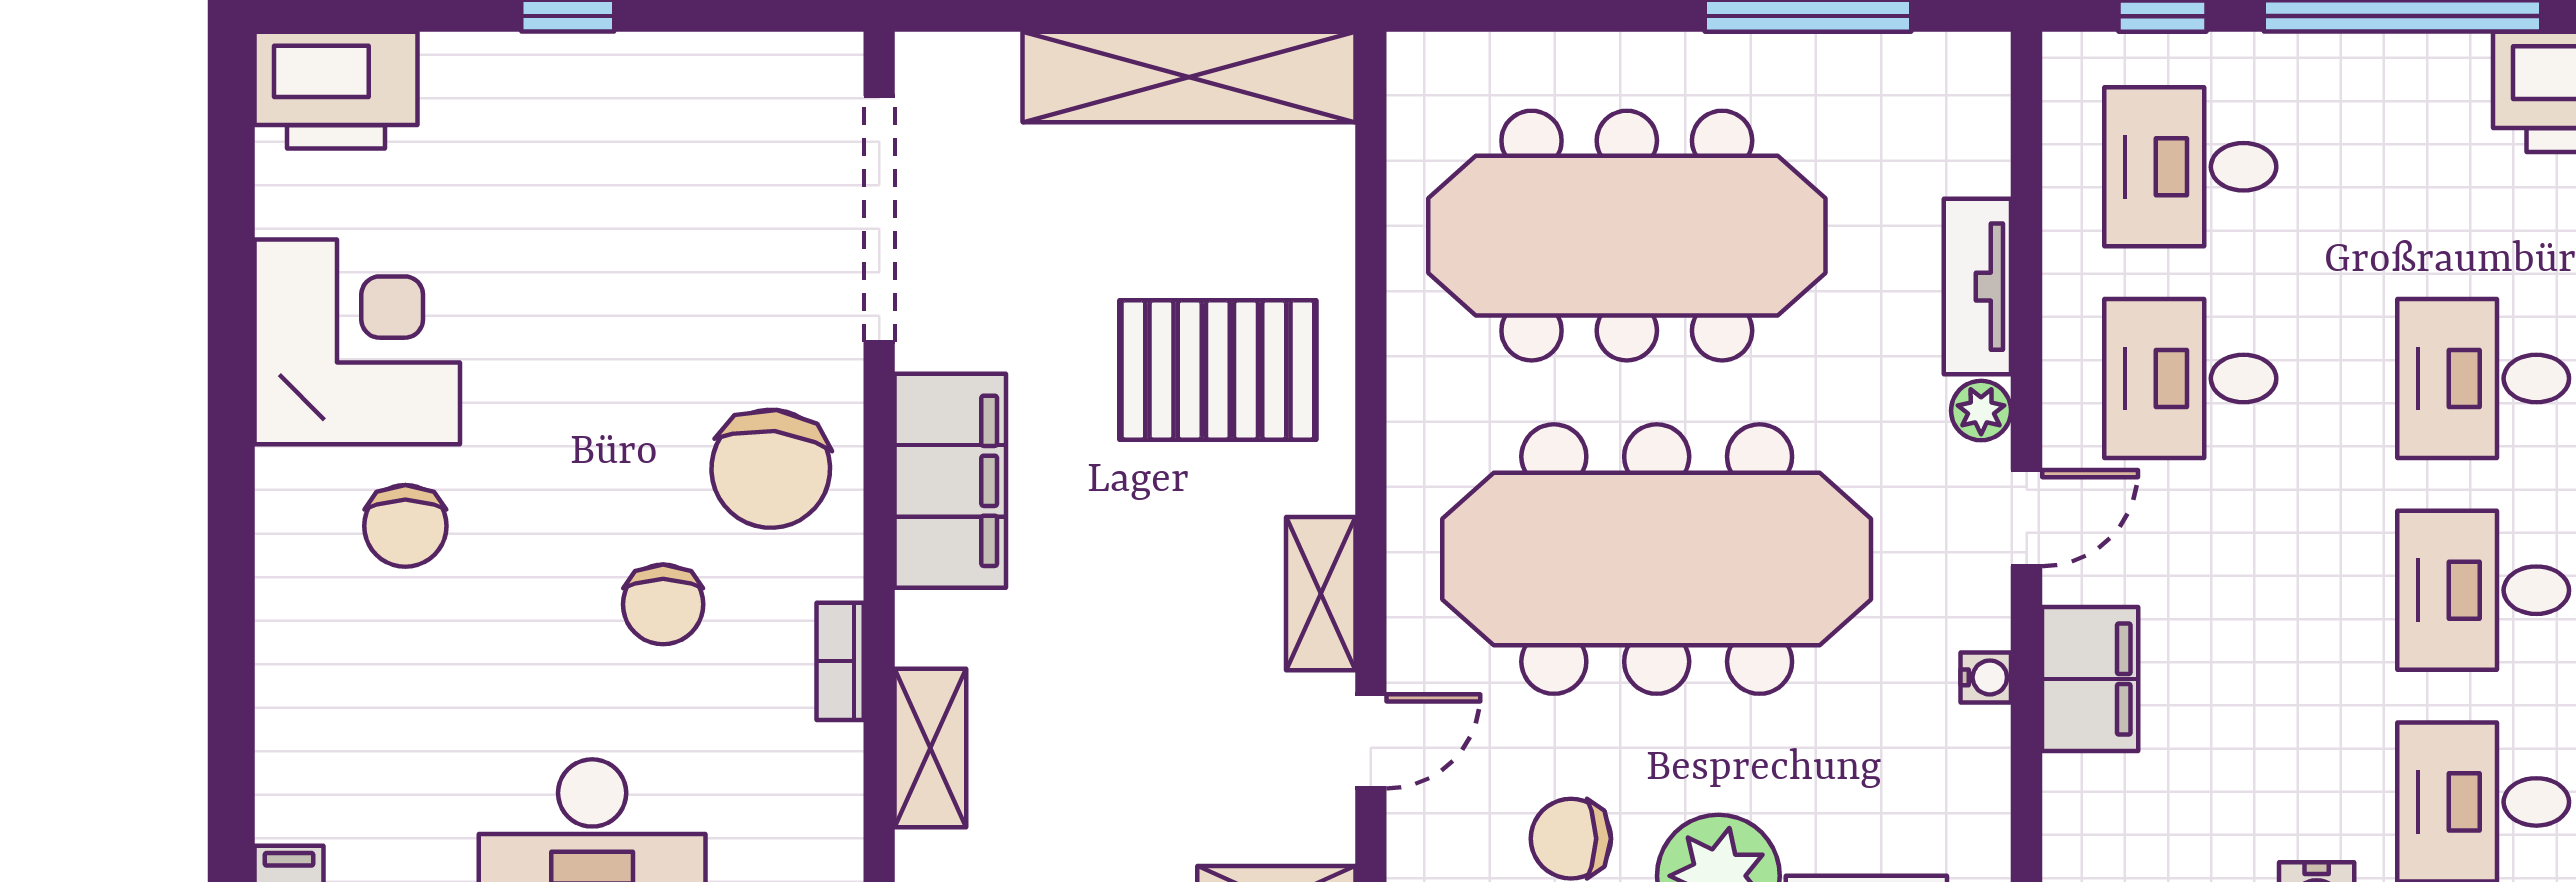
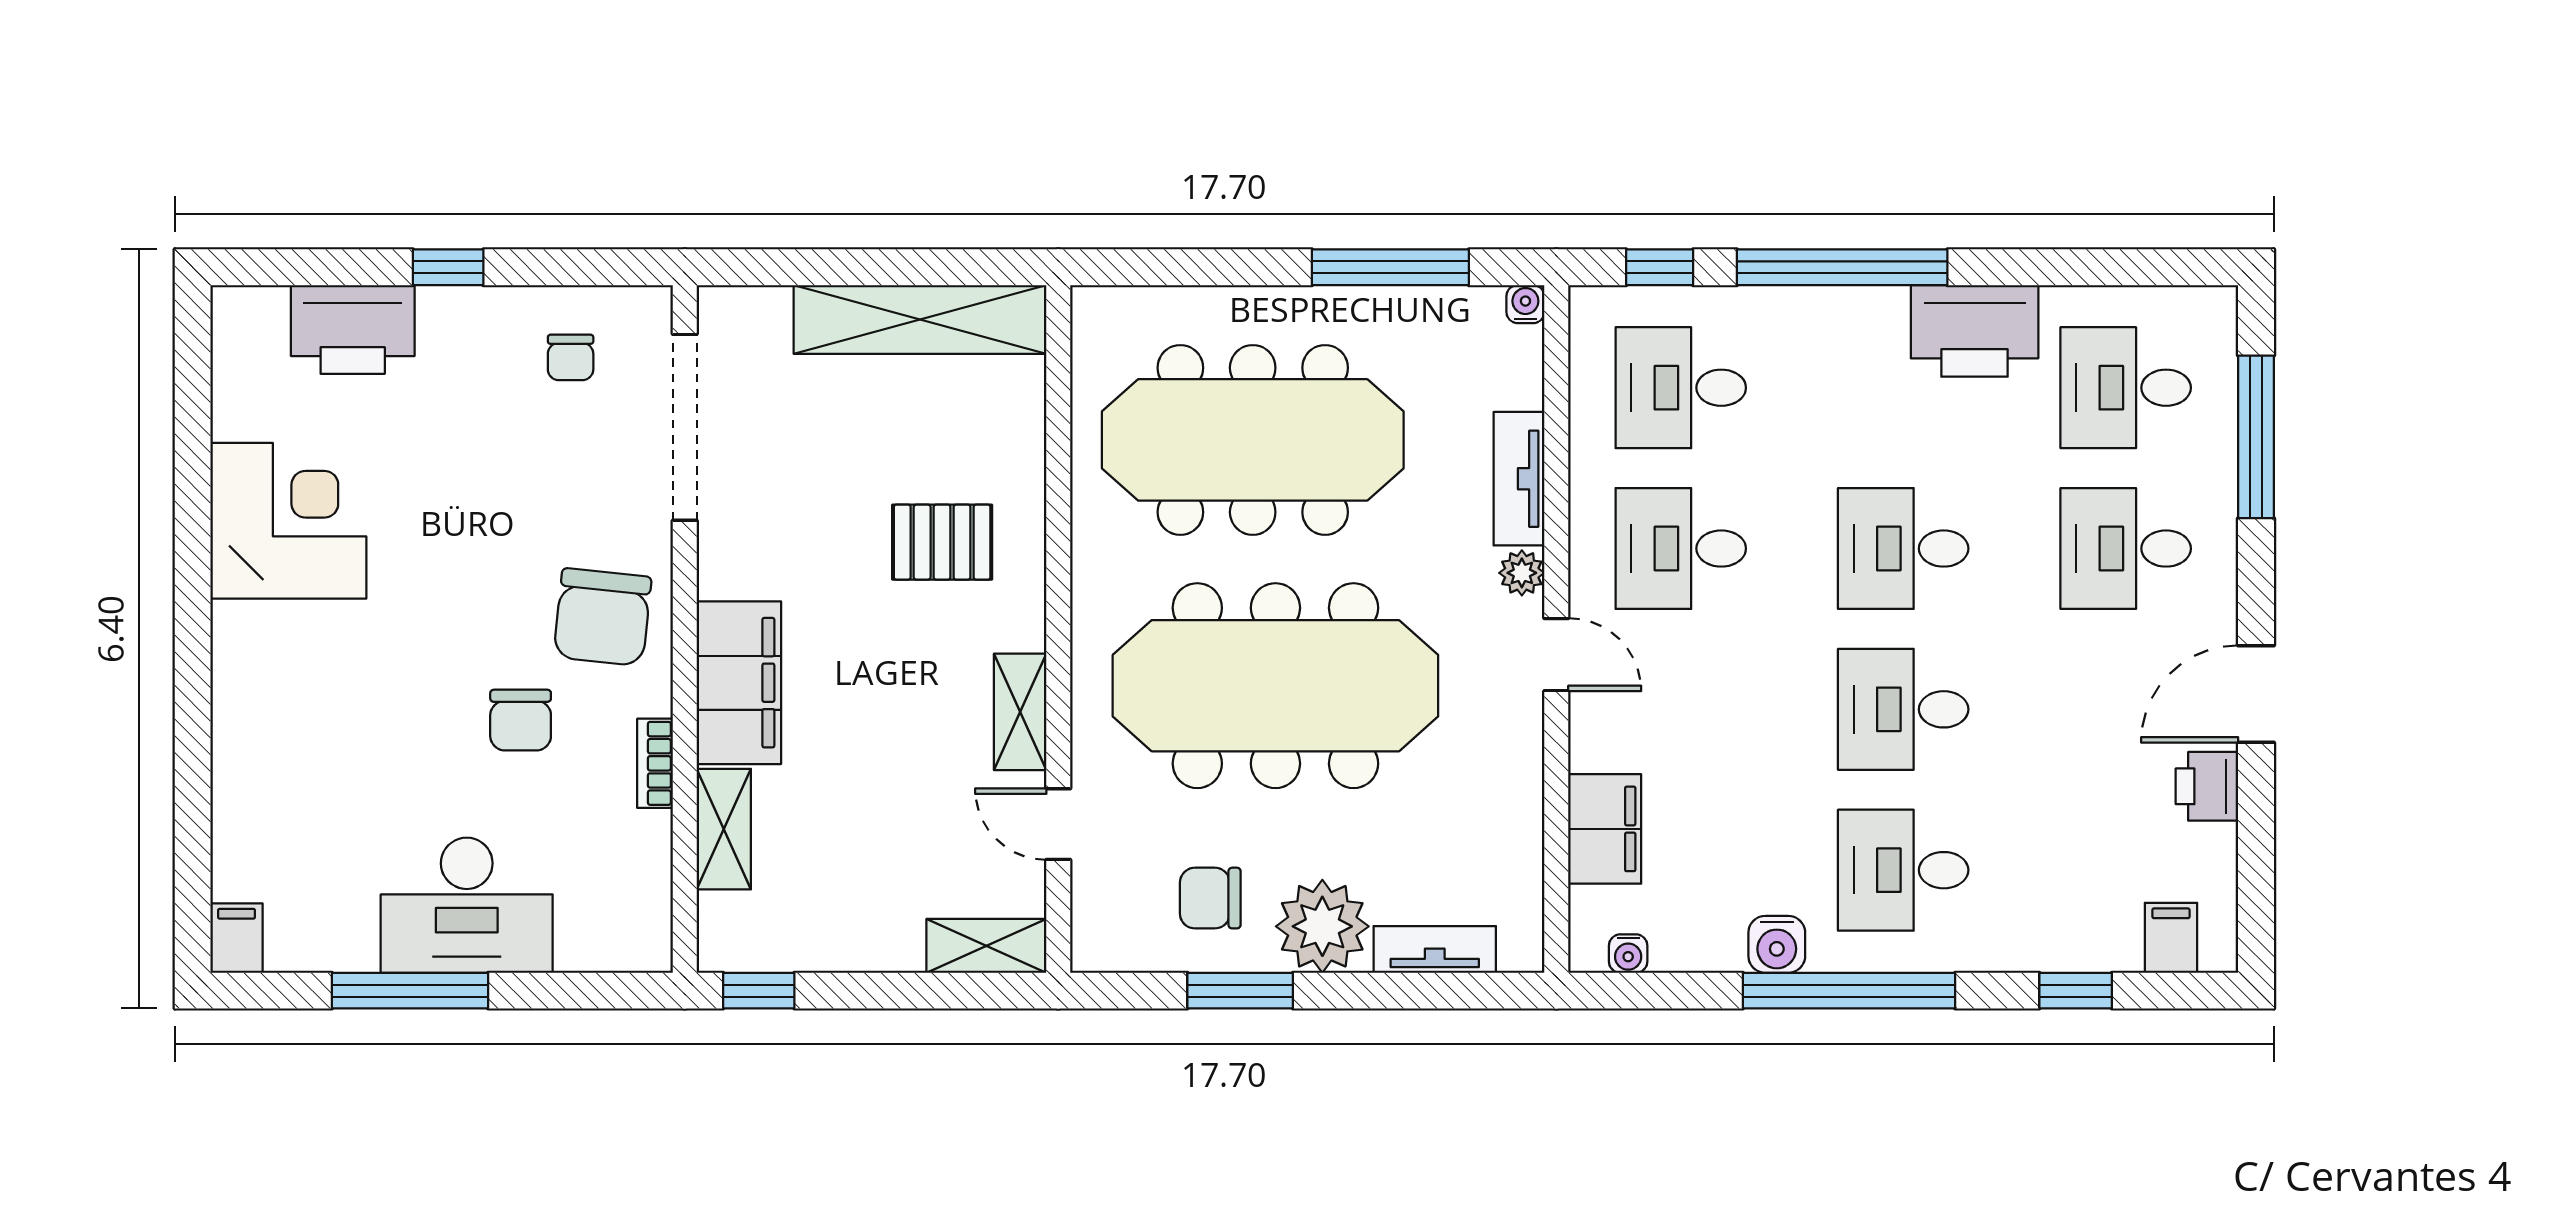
printer: (336, 90) -> (353, 329), moved
pallet: (1218, 370) -> (942, 542), width x0.67, depth x0.71
filing cabinet: (950, 481) -> (739, 683), moved
door: (2027, 518) -> (1556, 655), hinge flipped
chair: (405, 526) -> (571, 357), moved, width x0.73, depth x0.73
water cooler: (1986, 677) -> (1525, 304), moved, turned -90
filing cabinet: (2090, 679) -> (1605, 829), moved
door: (1371, 741) -> (1058, 824), swing flipped

